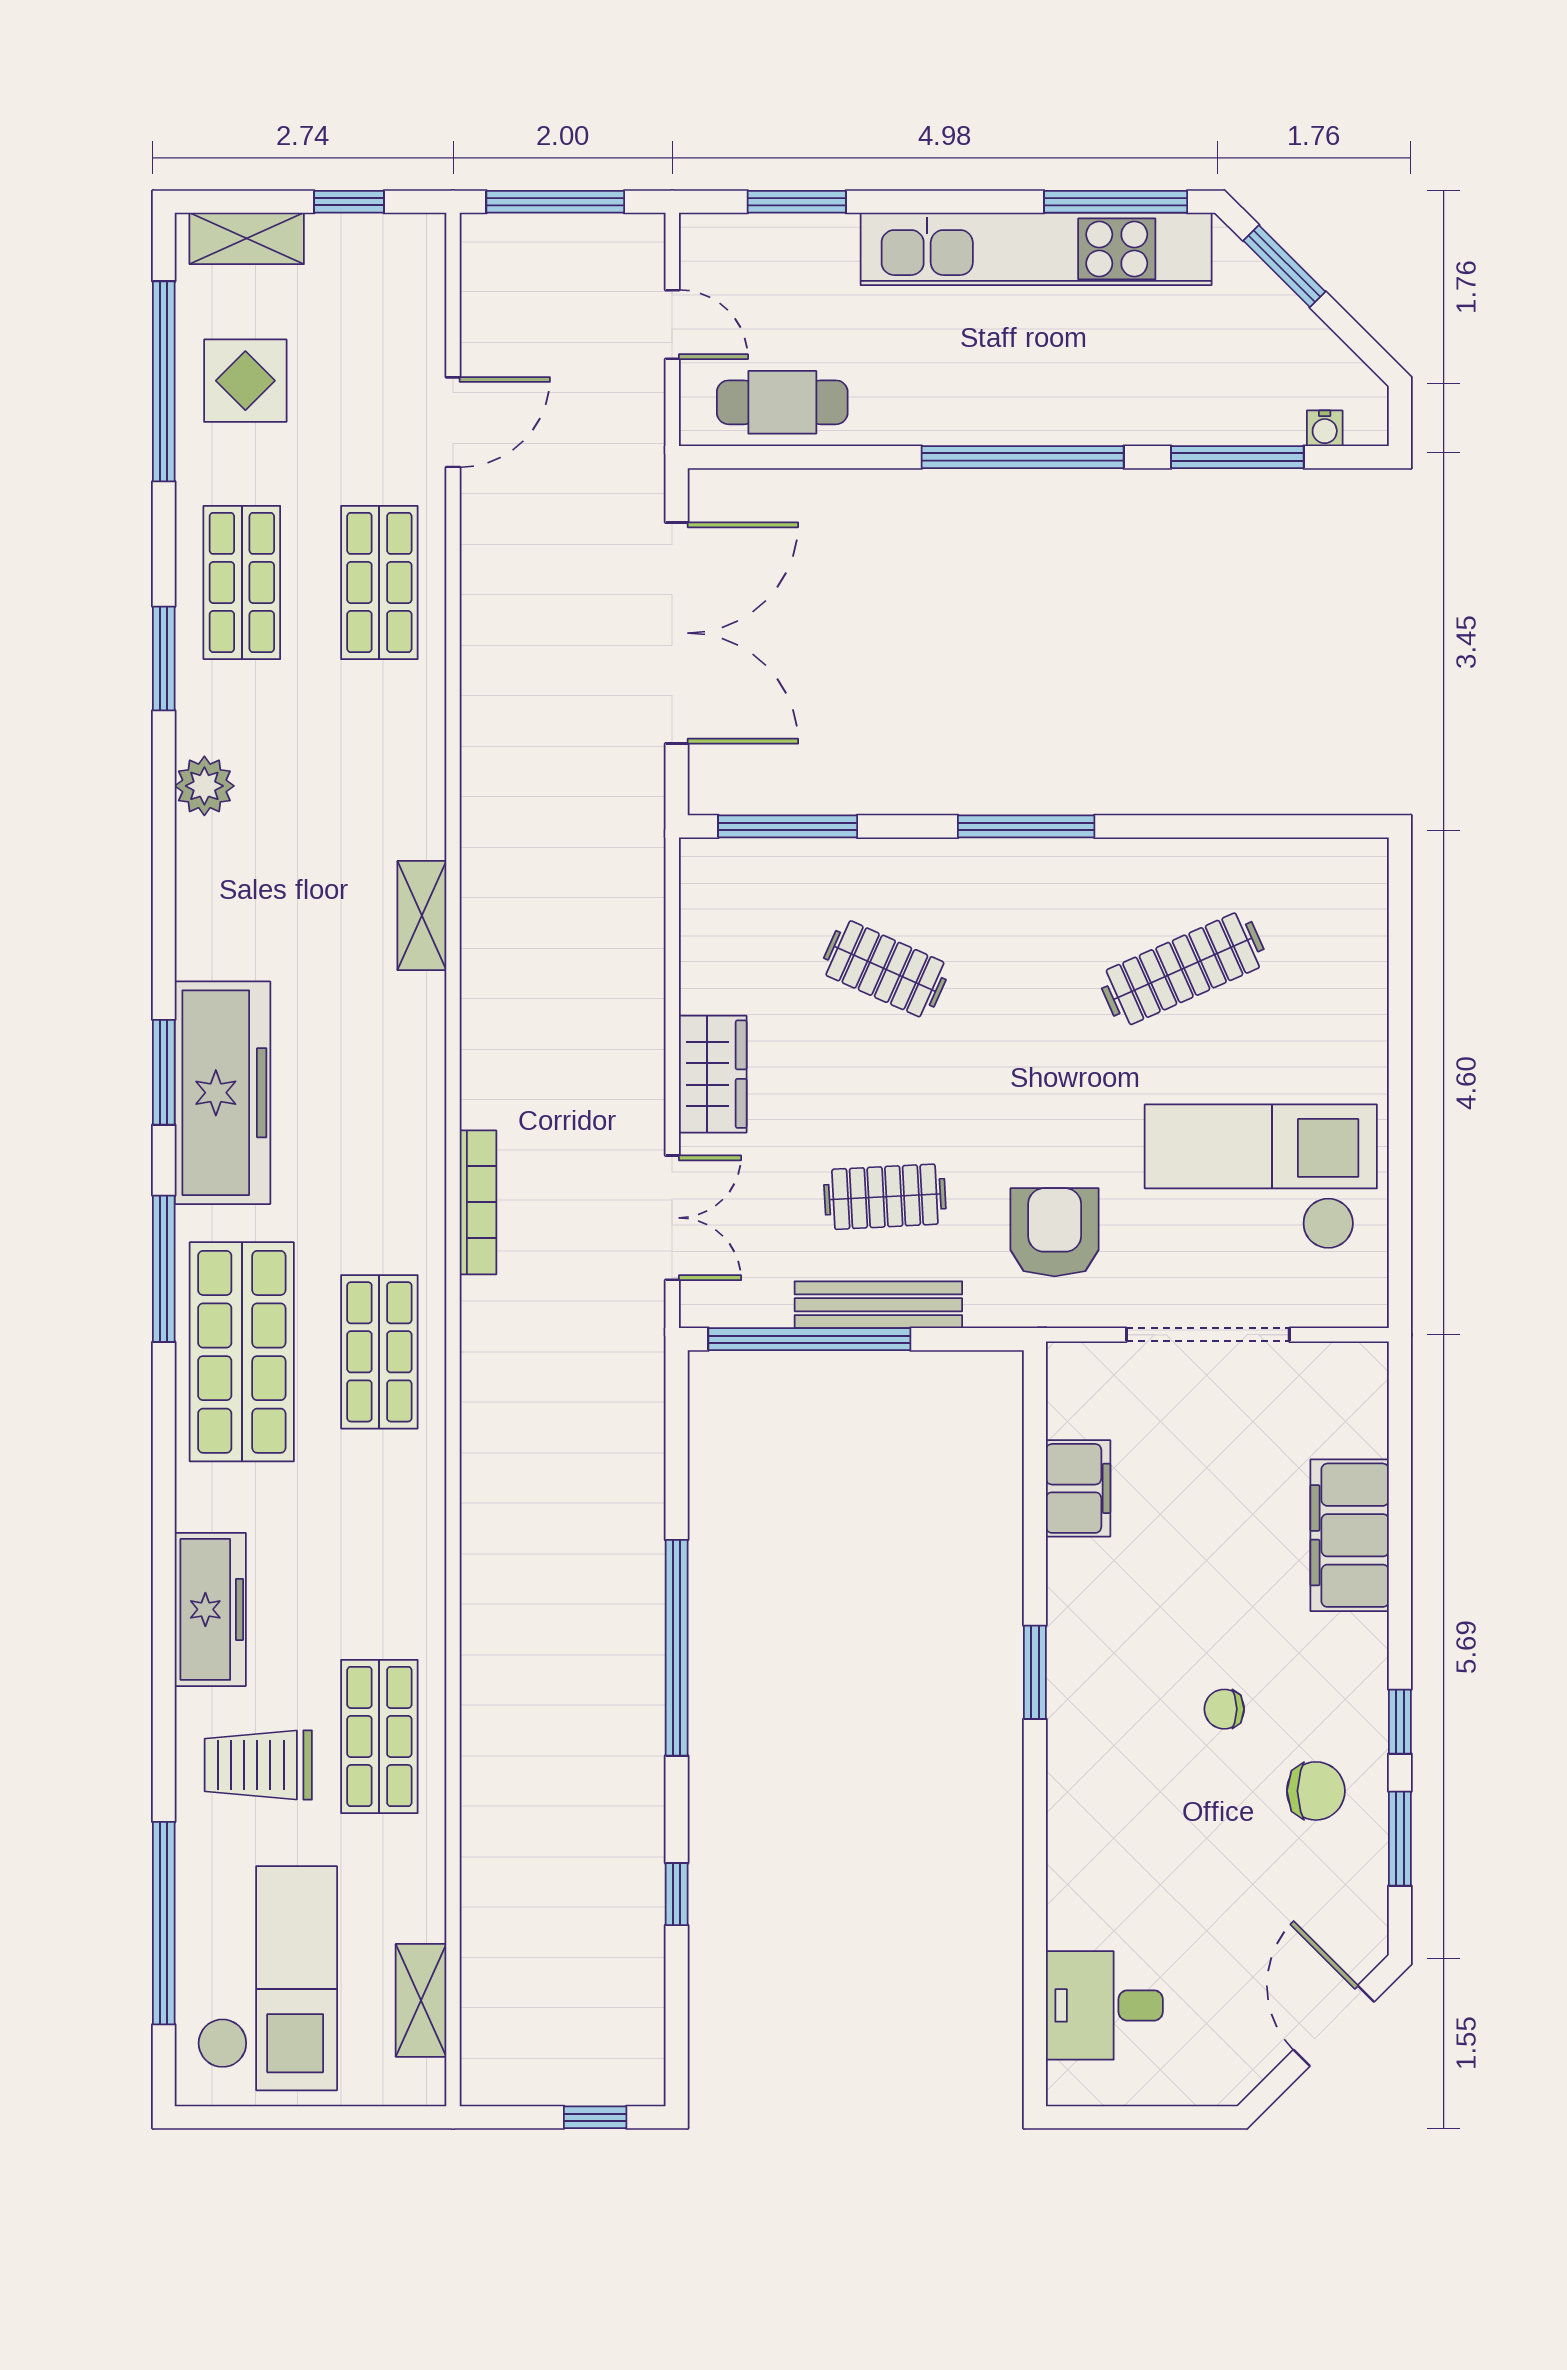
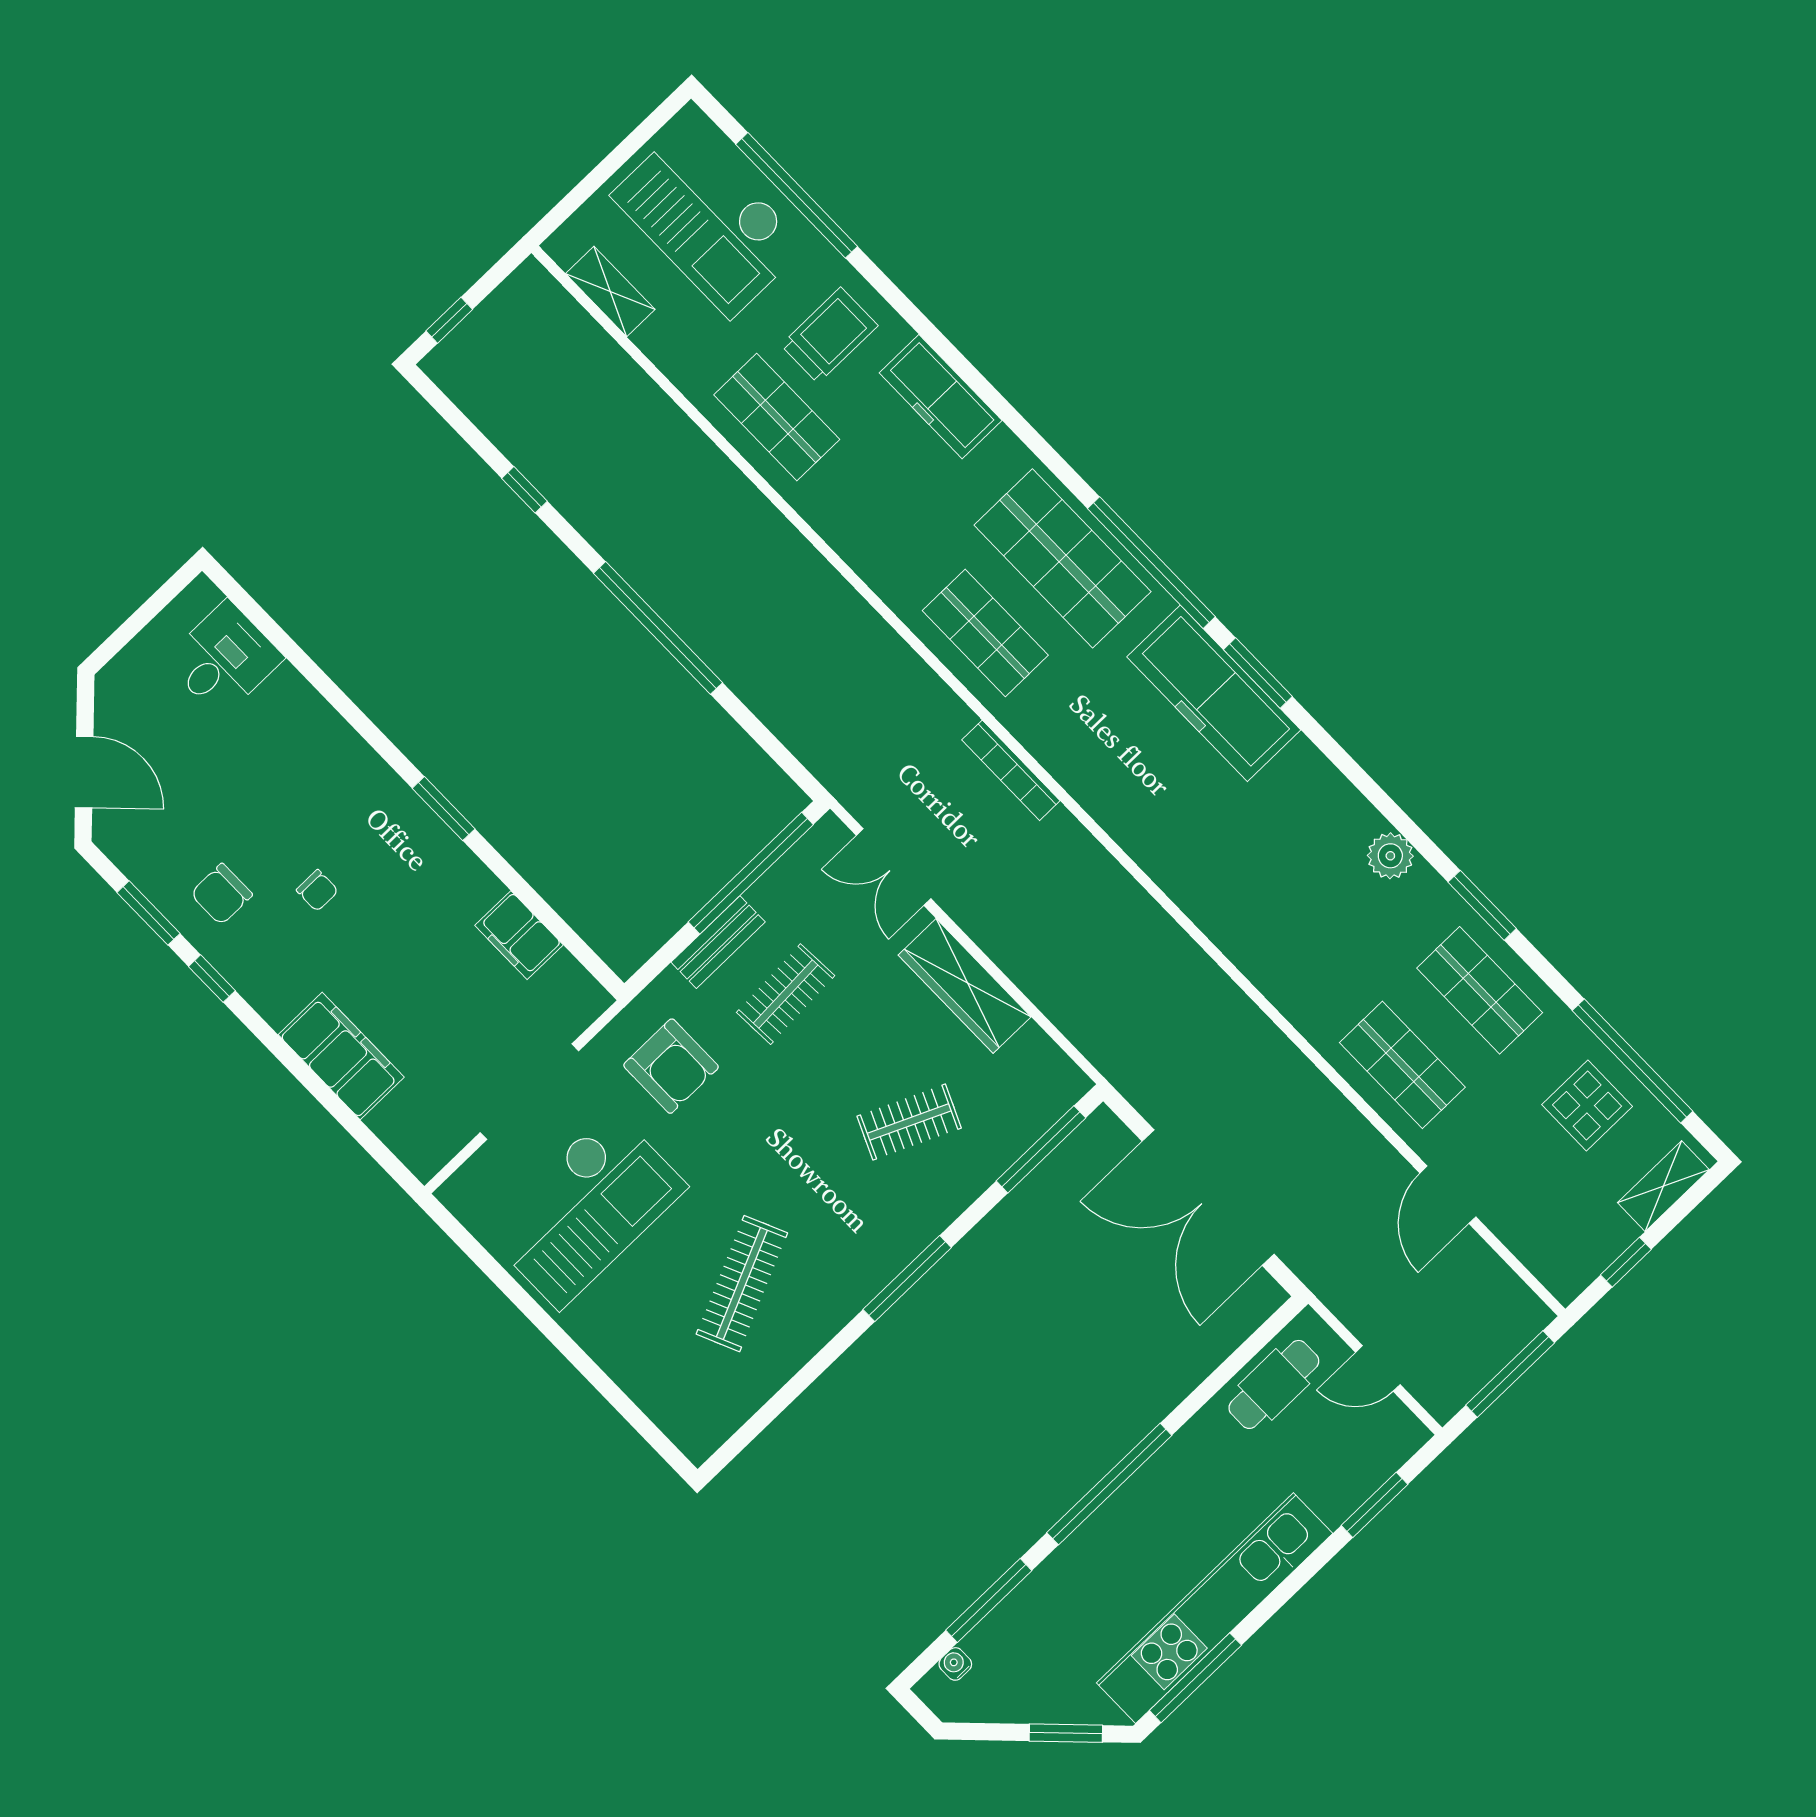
shelving: (422, 916) -> (1198, 901), removed
wardrobe: (713, 1074) -> (965, 986), width x1.50
window: (164, 1269) -> (1151, 563), width x1.46
bench: (878, 1305) -> (718, 942), width x0.73
chair: (1224, 1709) -> (317, 890), turned 90

